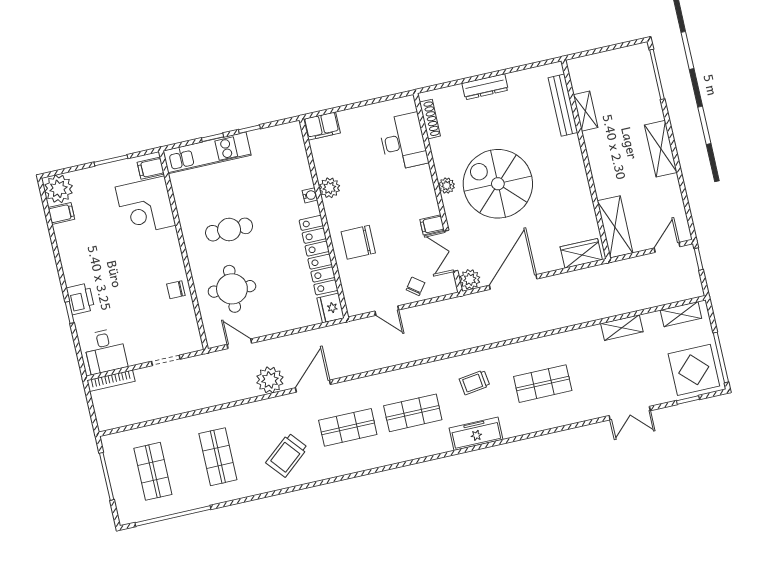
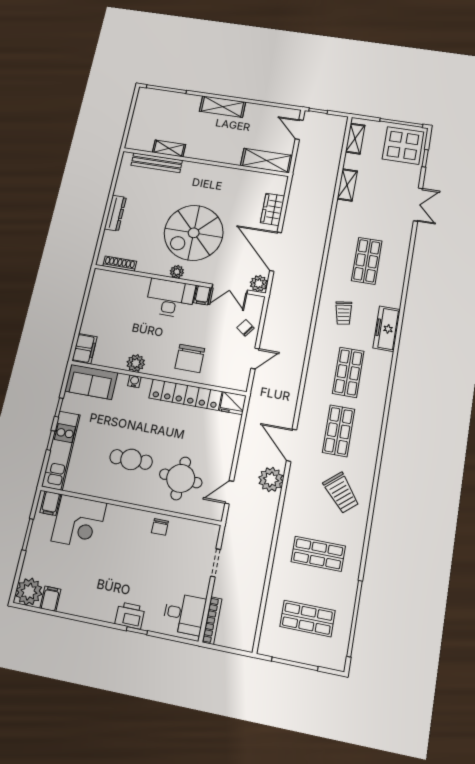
desk: (403, 142) -> (170, 298), moved
sofa: (290, 150) -> (91, 382), added
cafe table: (229, 230) -> (131, 459), turned 90
wardrobe: (581, 253) -> (273, 209), moved

